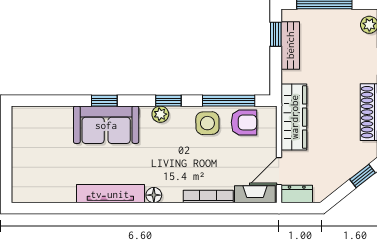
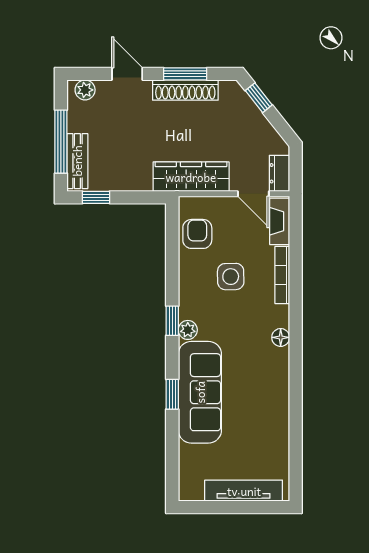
bench: (290, 45) -> (77, 161), moved, turned 90
window: (229, 101) -> (172, 251), removed
side table: (207, 123) -> (231, 277), moved
sofa: (106, 125) -> (200, 392), width x1.36
tv unit: (110, 194) -> (244, 491), moved, turned 90

